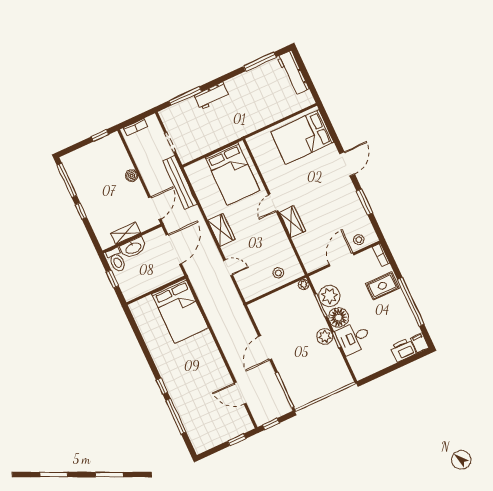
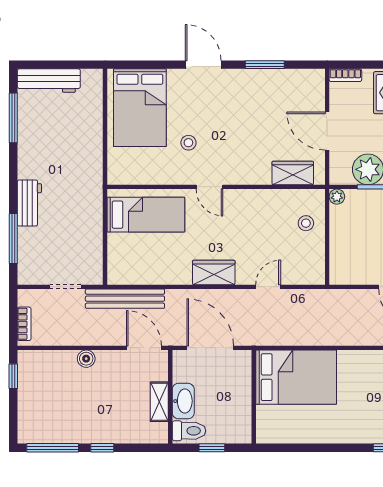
bed: (232, 174) -> (146, 215), width x0.67
wardrobe: (292, 222) -> (293, 173), moved
stool: (359, 240) -> (188, 143), moved

